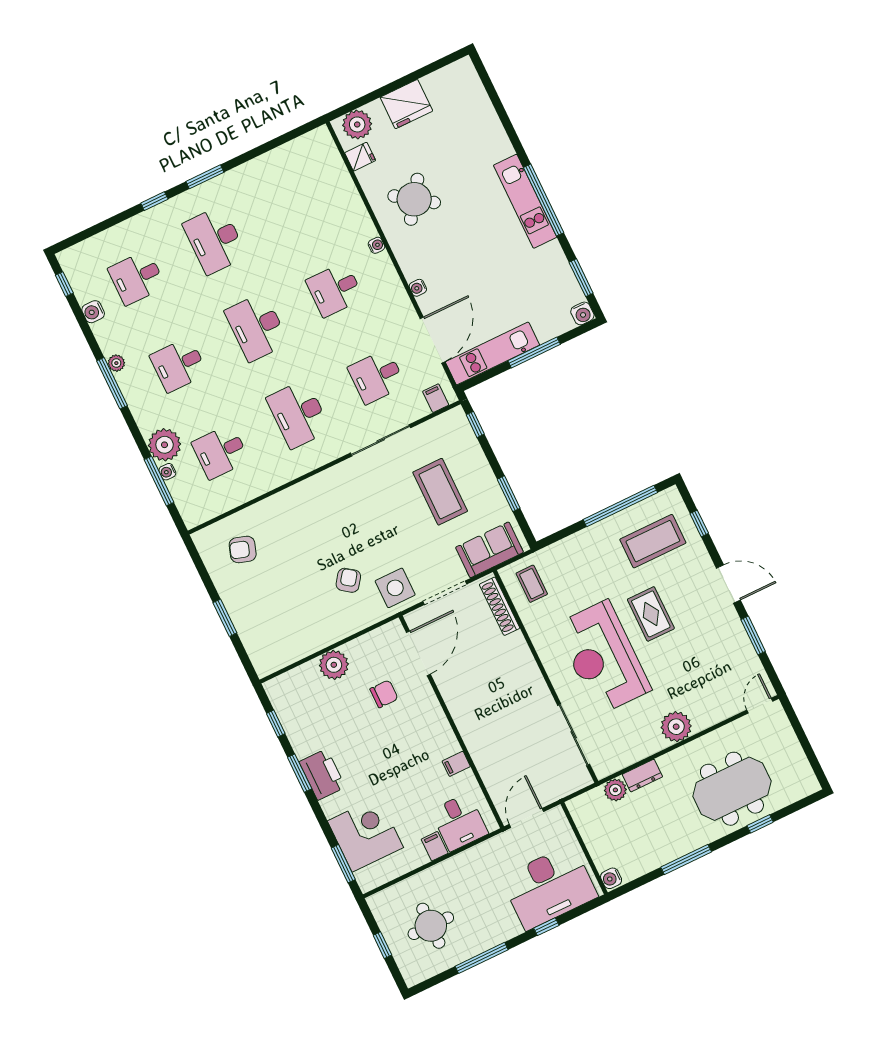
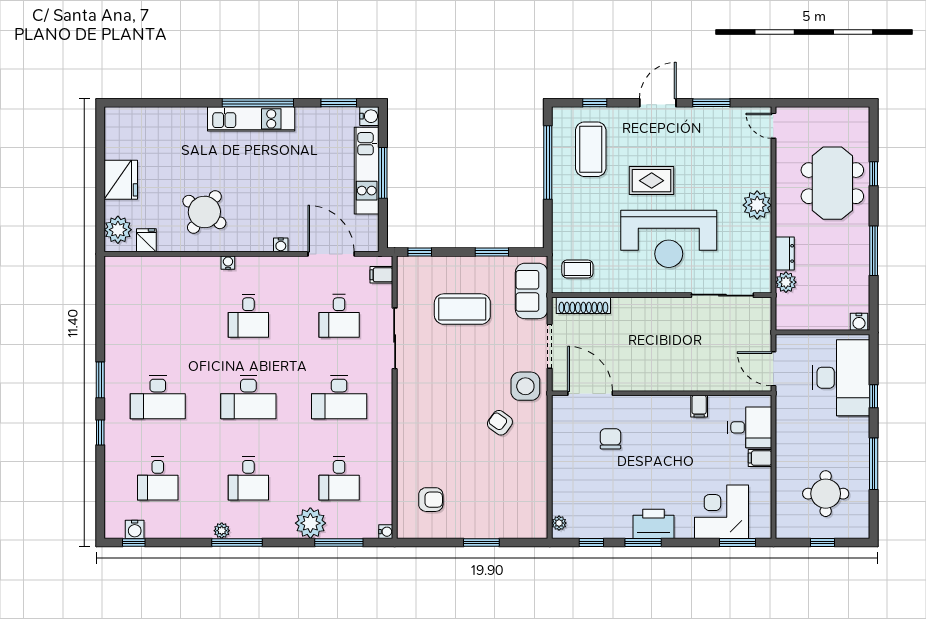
water cooler: (93, 312) -> (135, 529), moved
kitchen unit: (492, 353) -> (367, 171), moved
water cooler: (167, 472) -> (386, 532), moved, turned -90
armchair: (243, 549) -> (431, 500), turned -108
plant: (334, 665) -> (559, 523), moved, width x0.53, depth x0.53

